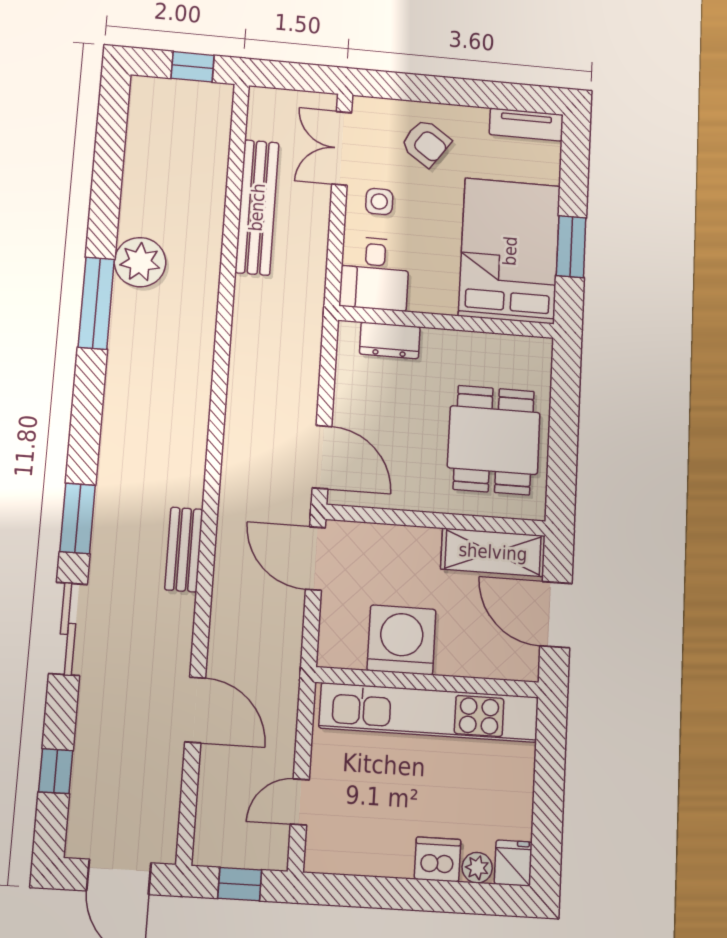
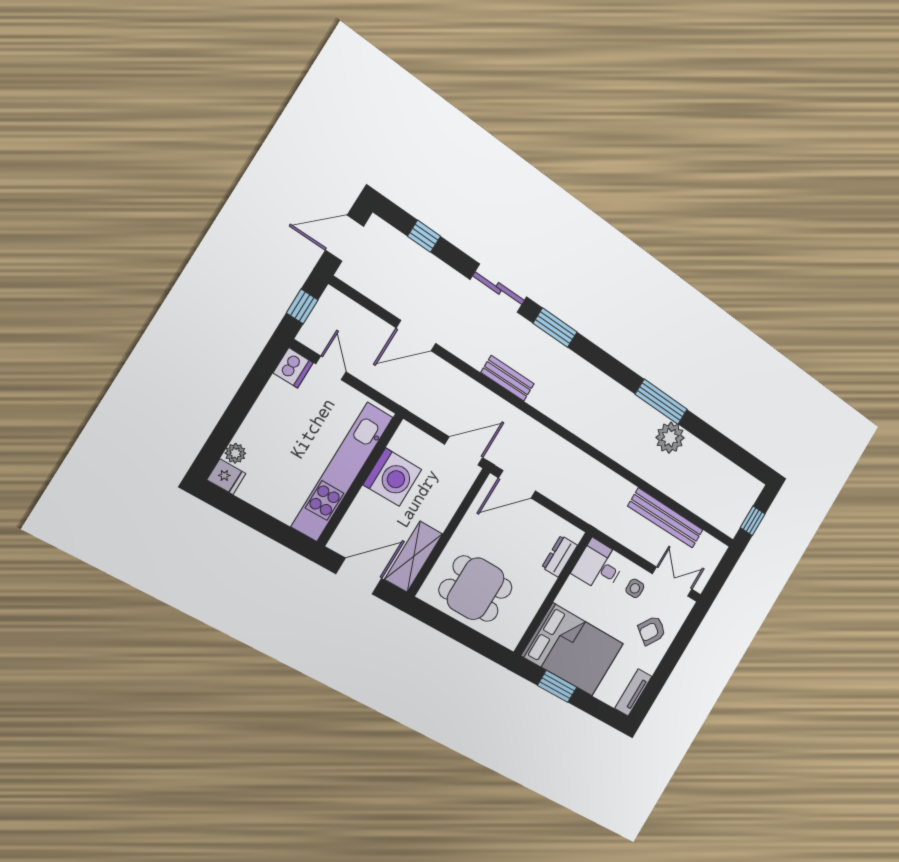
dishwasher: (438, 859) -> (293, 368), moved

